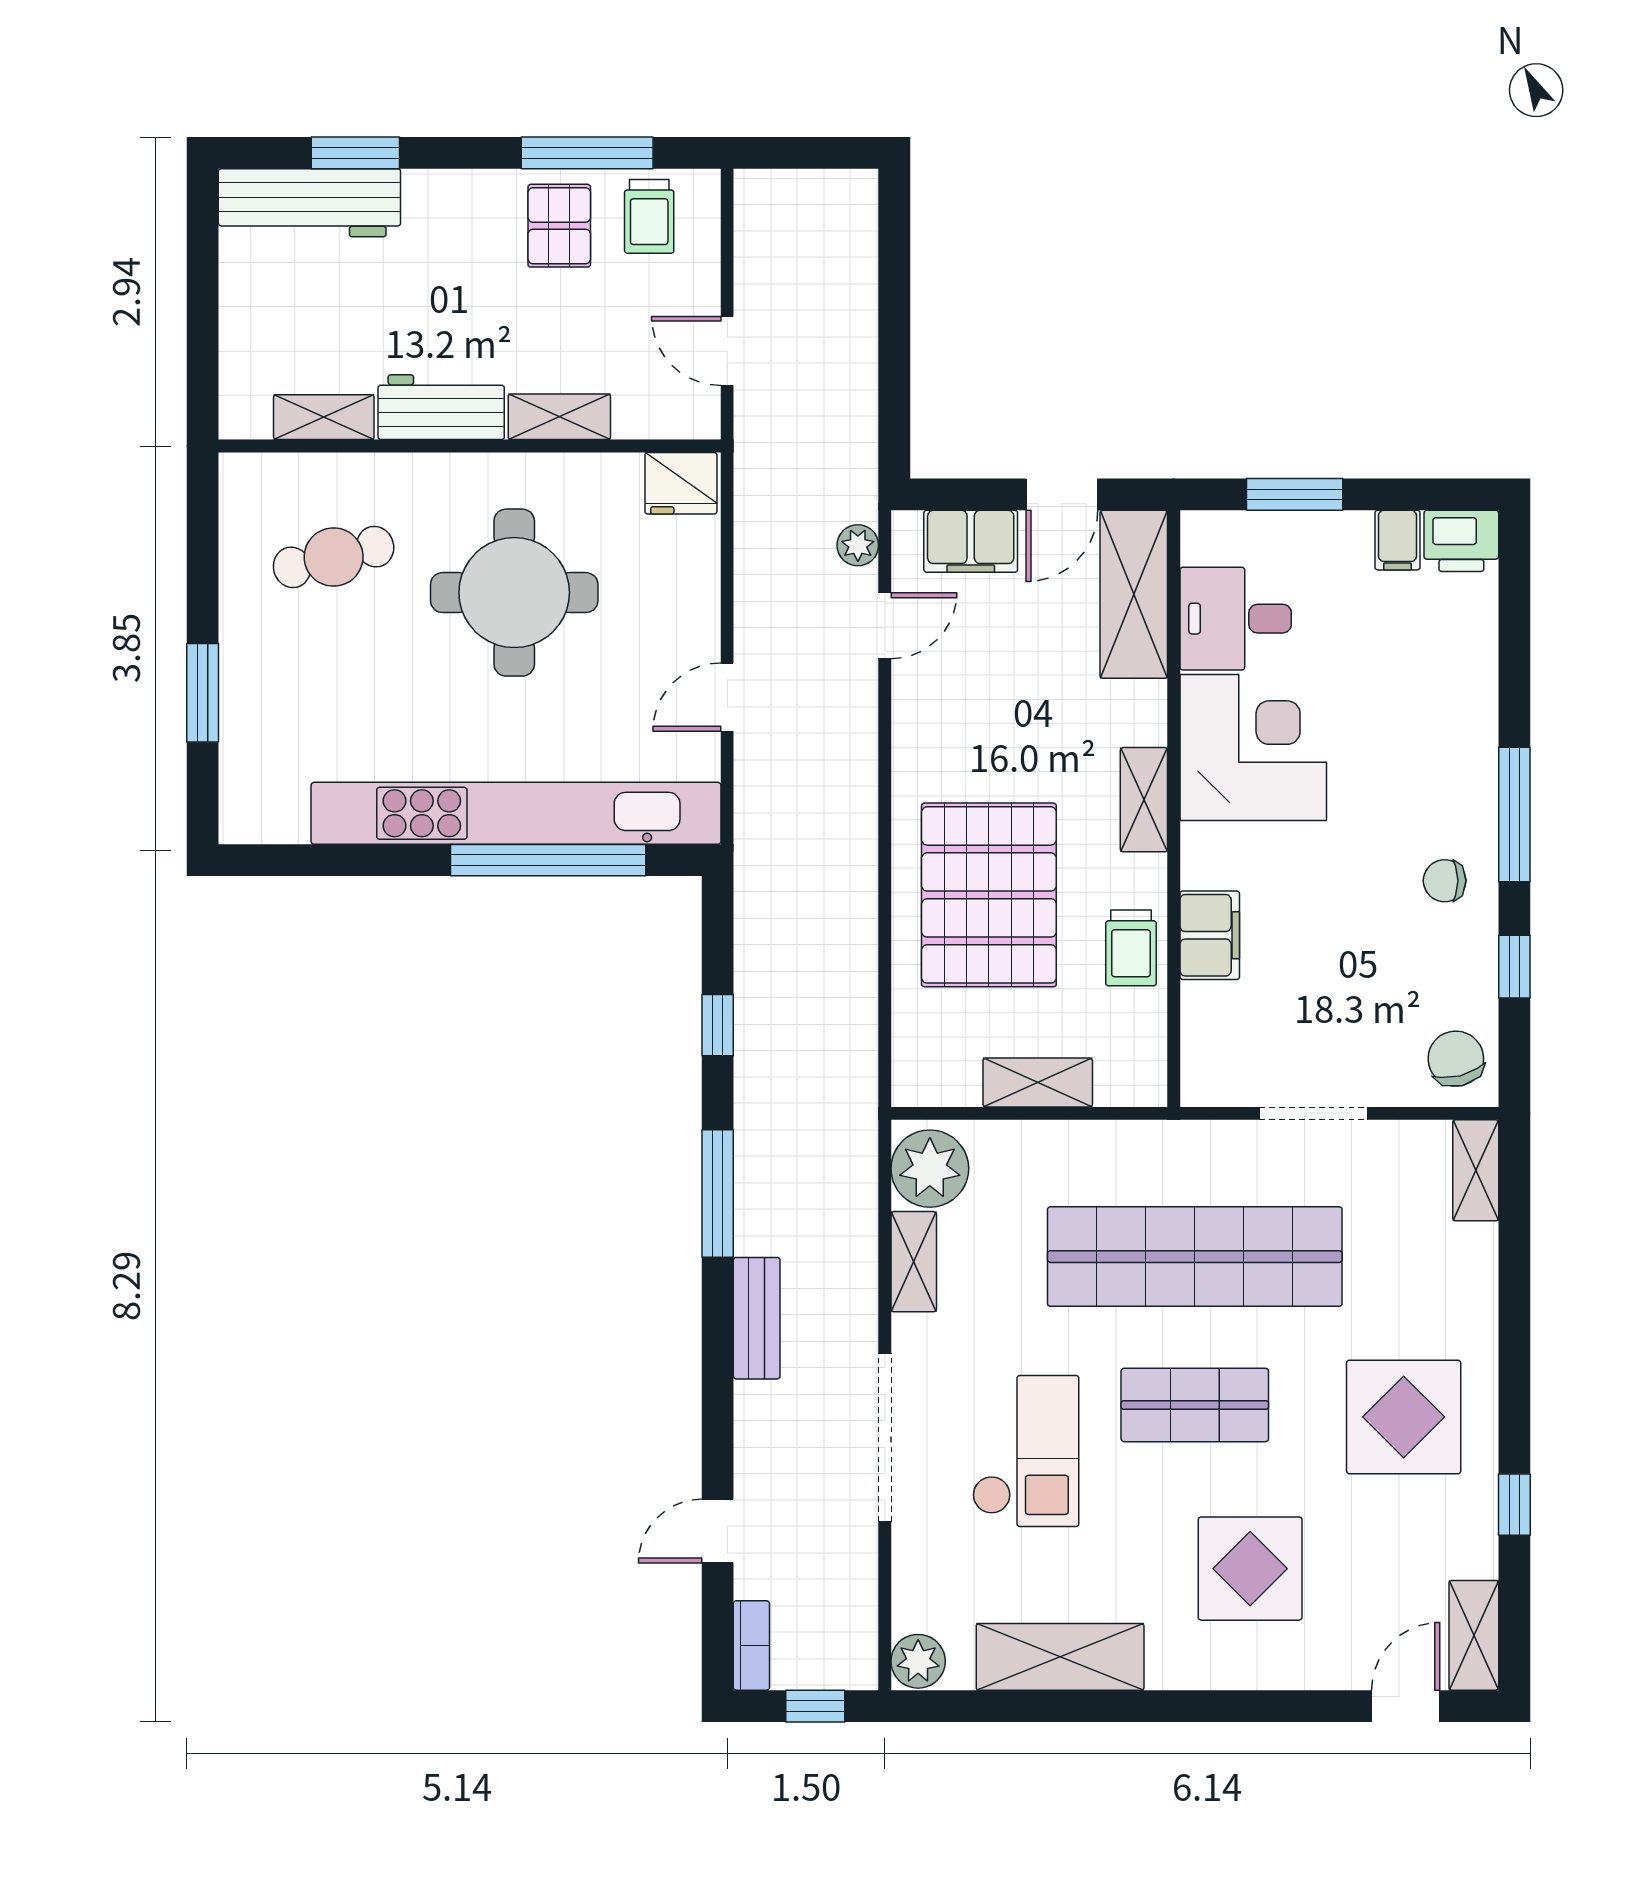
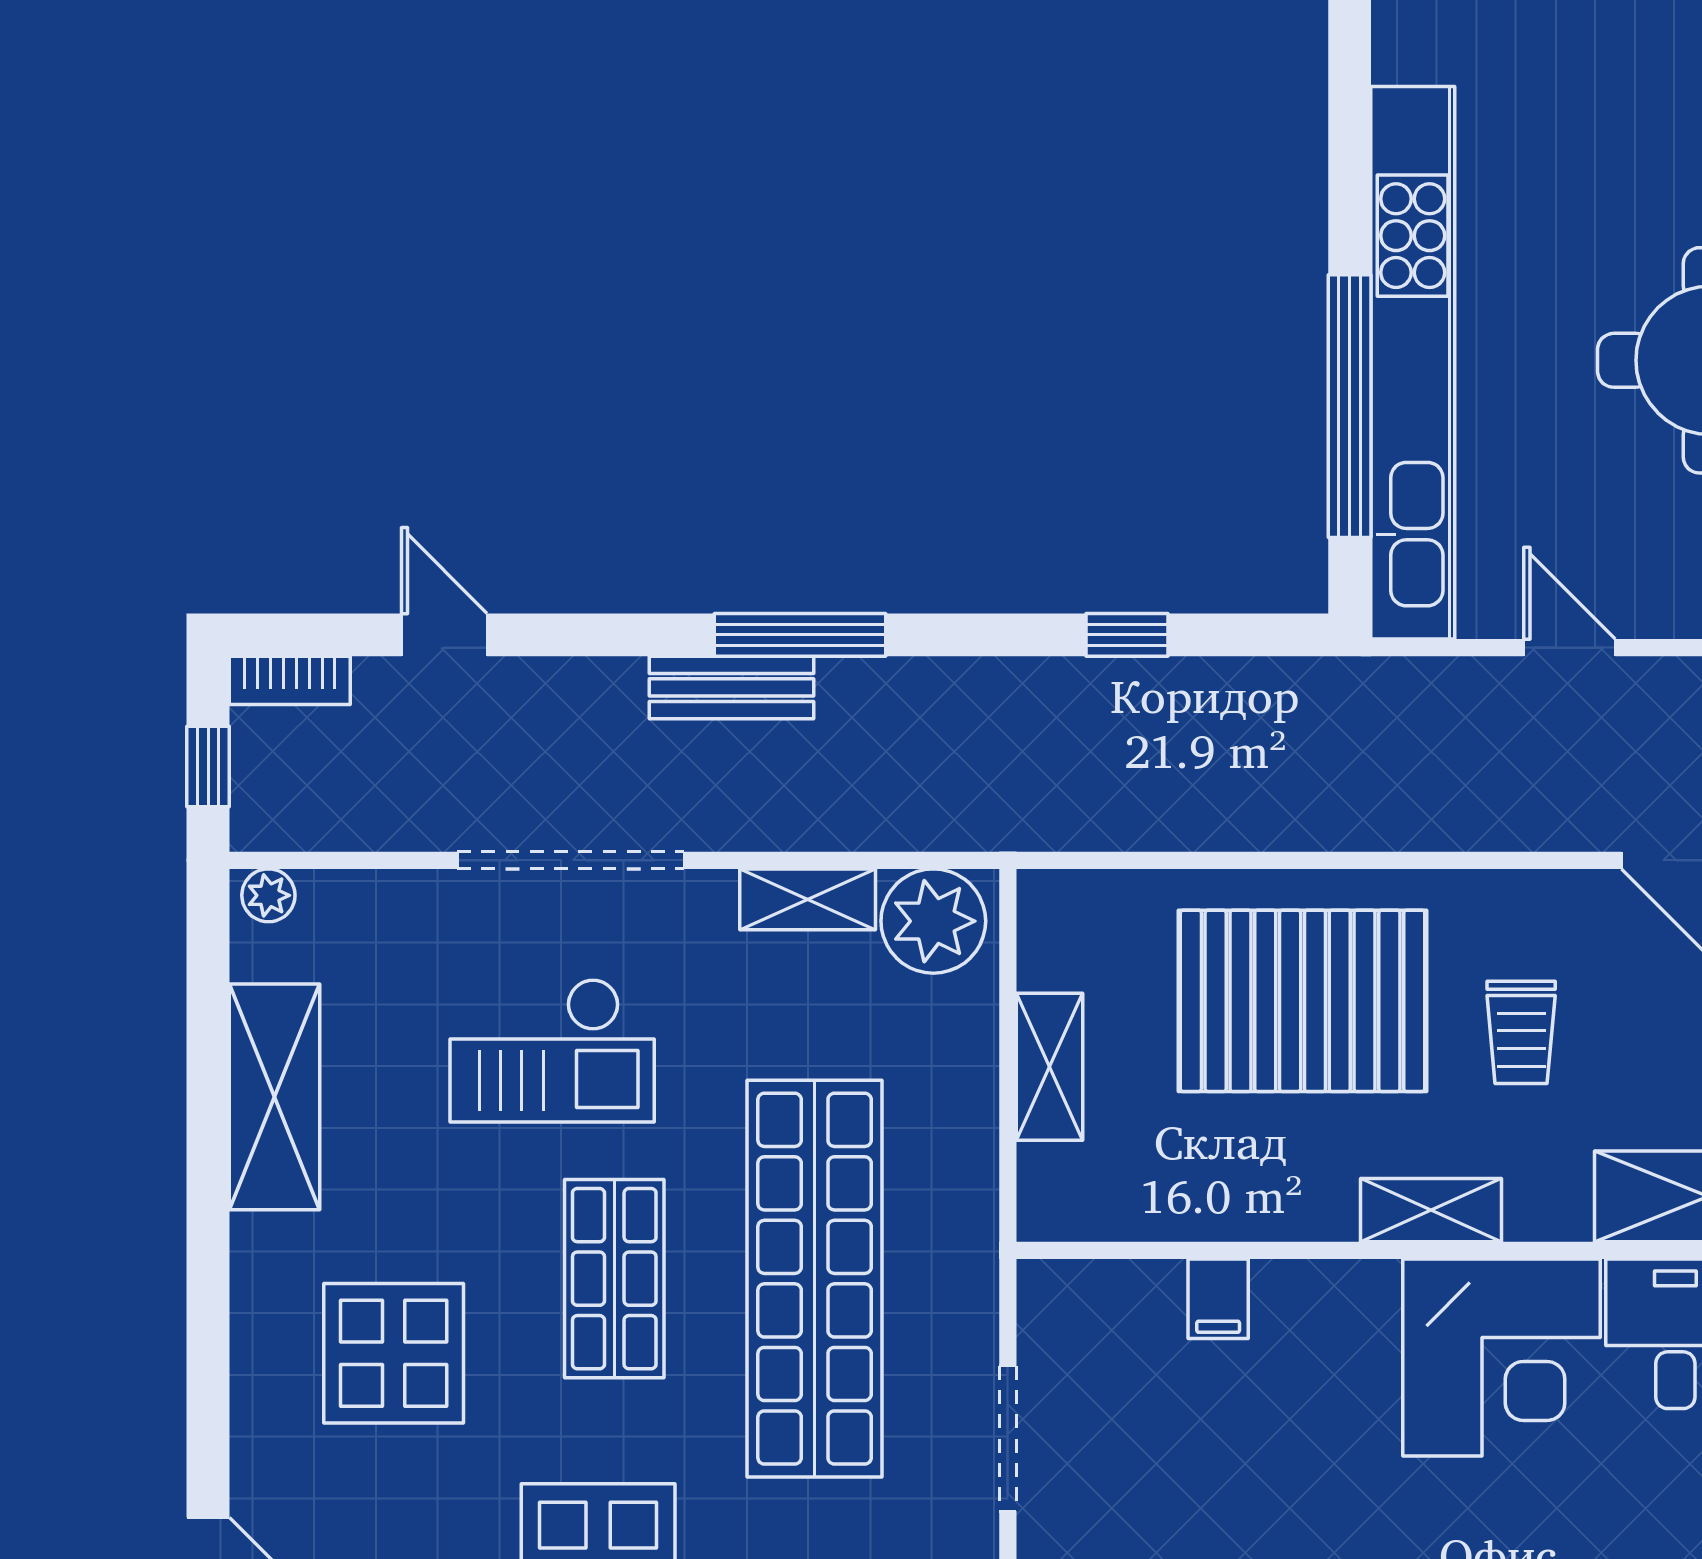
filing cabinet: (1210, 935) -> (1218, 1299), width x0.50
trolley: (1131, 948) -> (1521, 1032), moved, turned -90
window: (718, 1194) -> (800, 635), moved
plant: (918, 1661) -> (268, 895), width x0.73, depth x0.73

